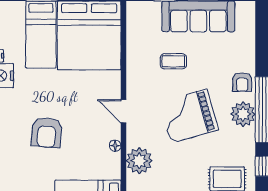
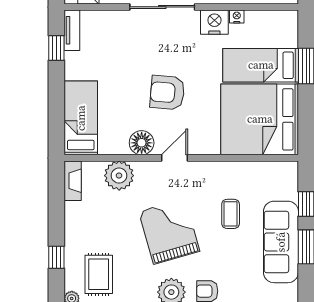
armchair: (47, 133) -> (167, 93), moved
floor lamp: (115, 146) -> (142, 143), width x1.89, depth x1.89

